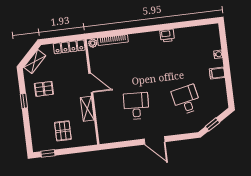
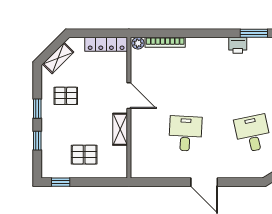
window: (178, 25) -> (254, 33), added
window: (27, 125) -> (37, 141), added
pallet: (63, 131) -> (84, 155), turned 90

